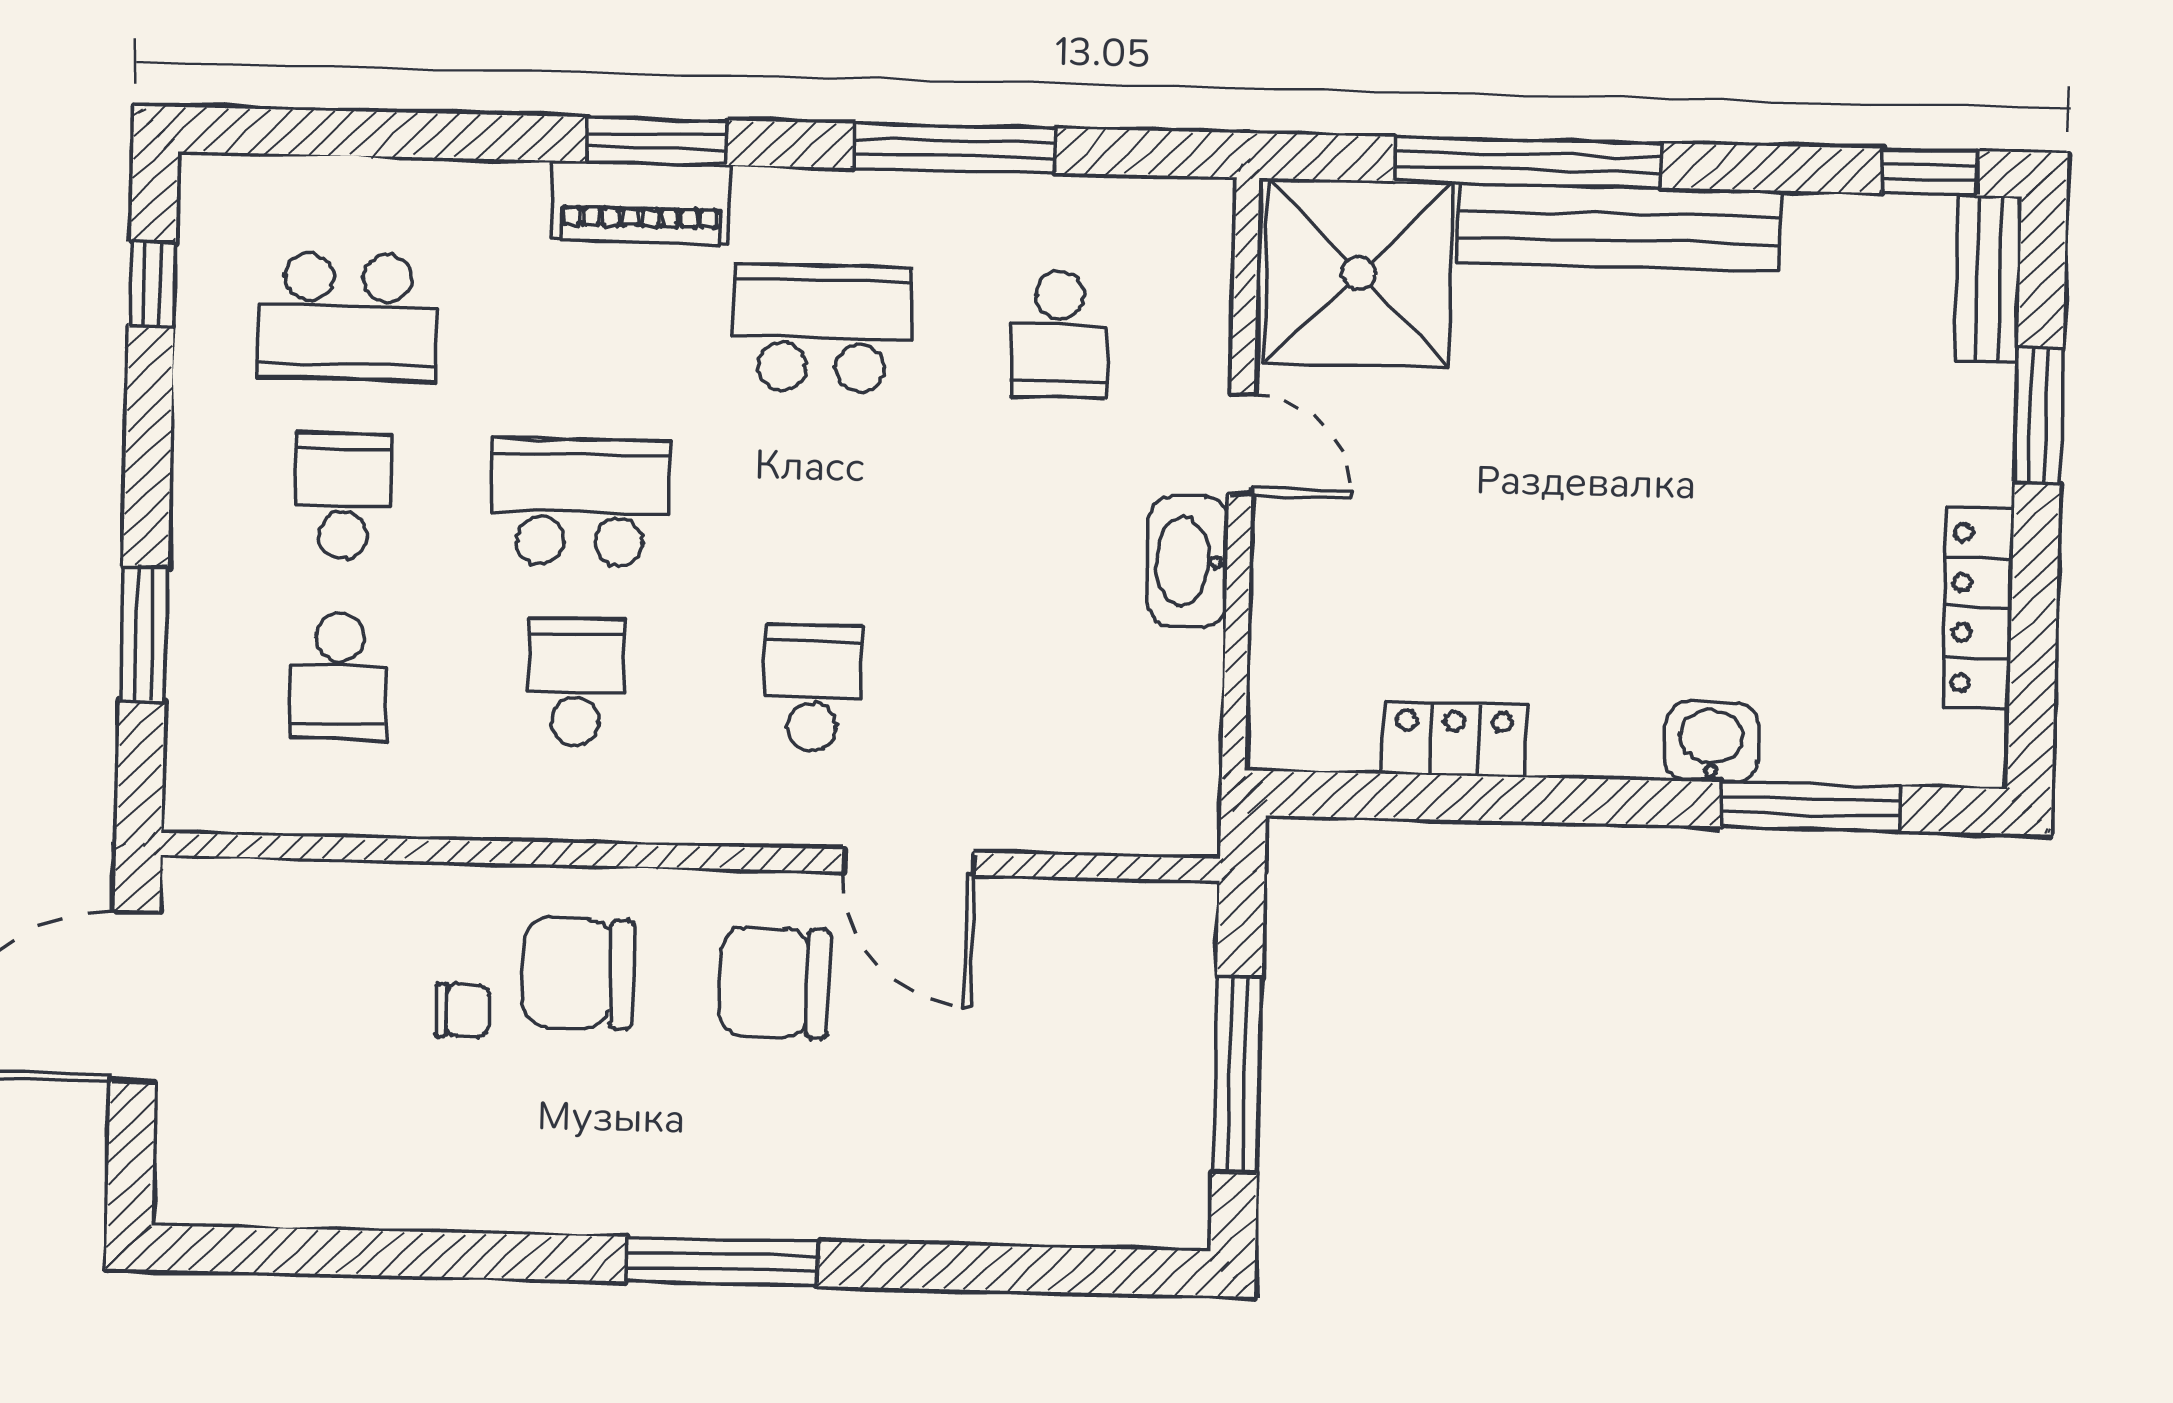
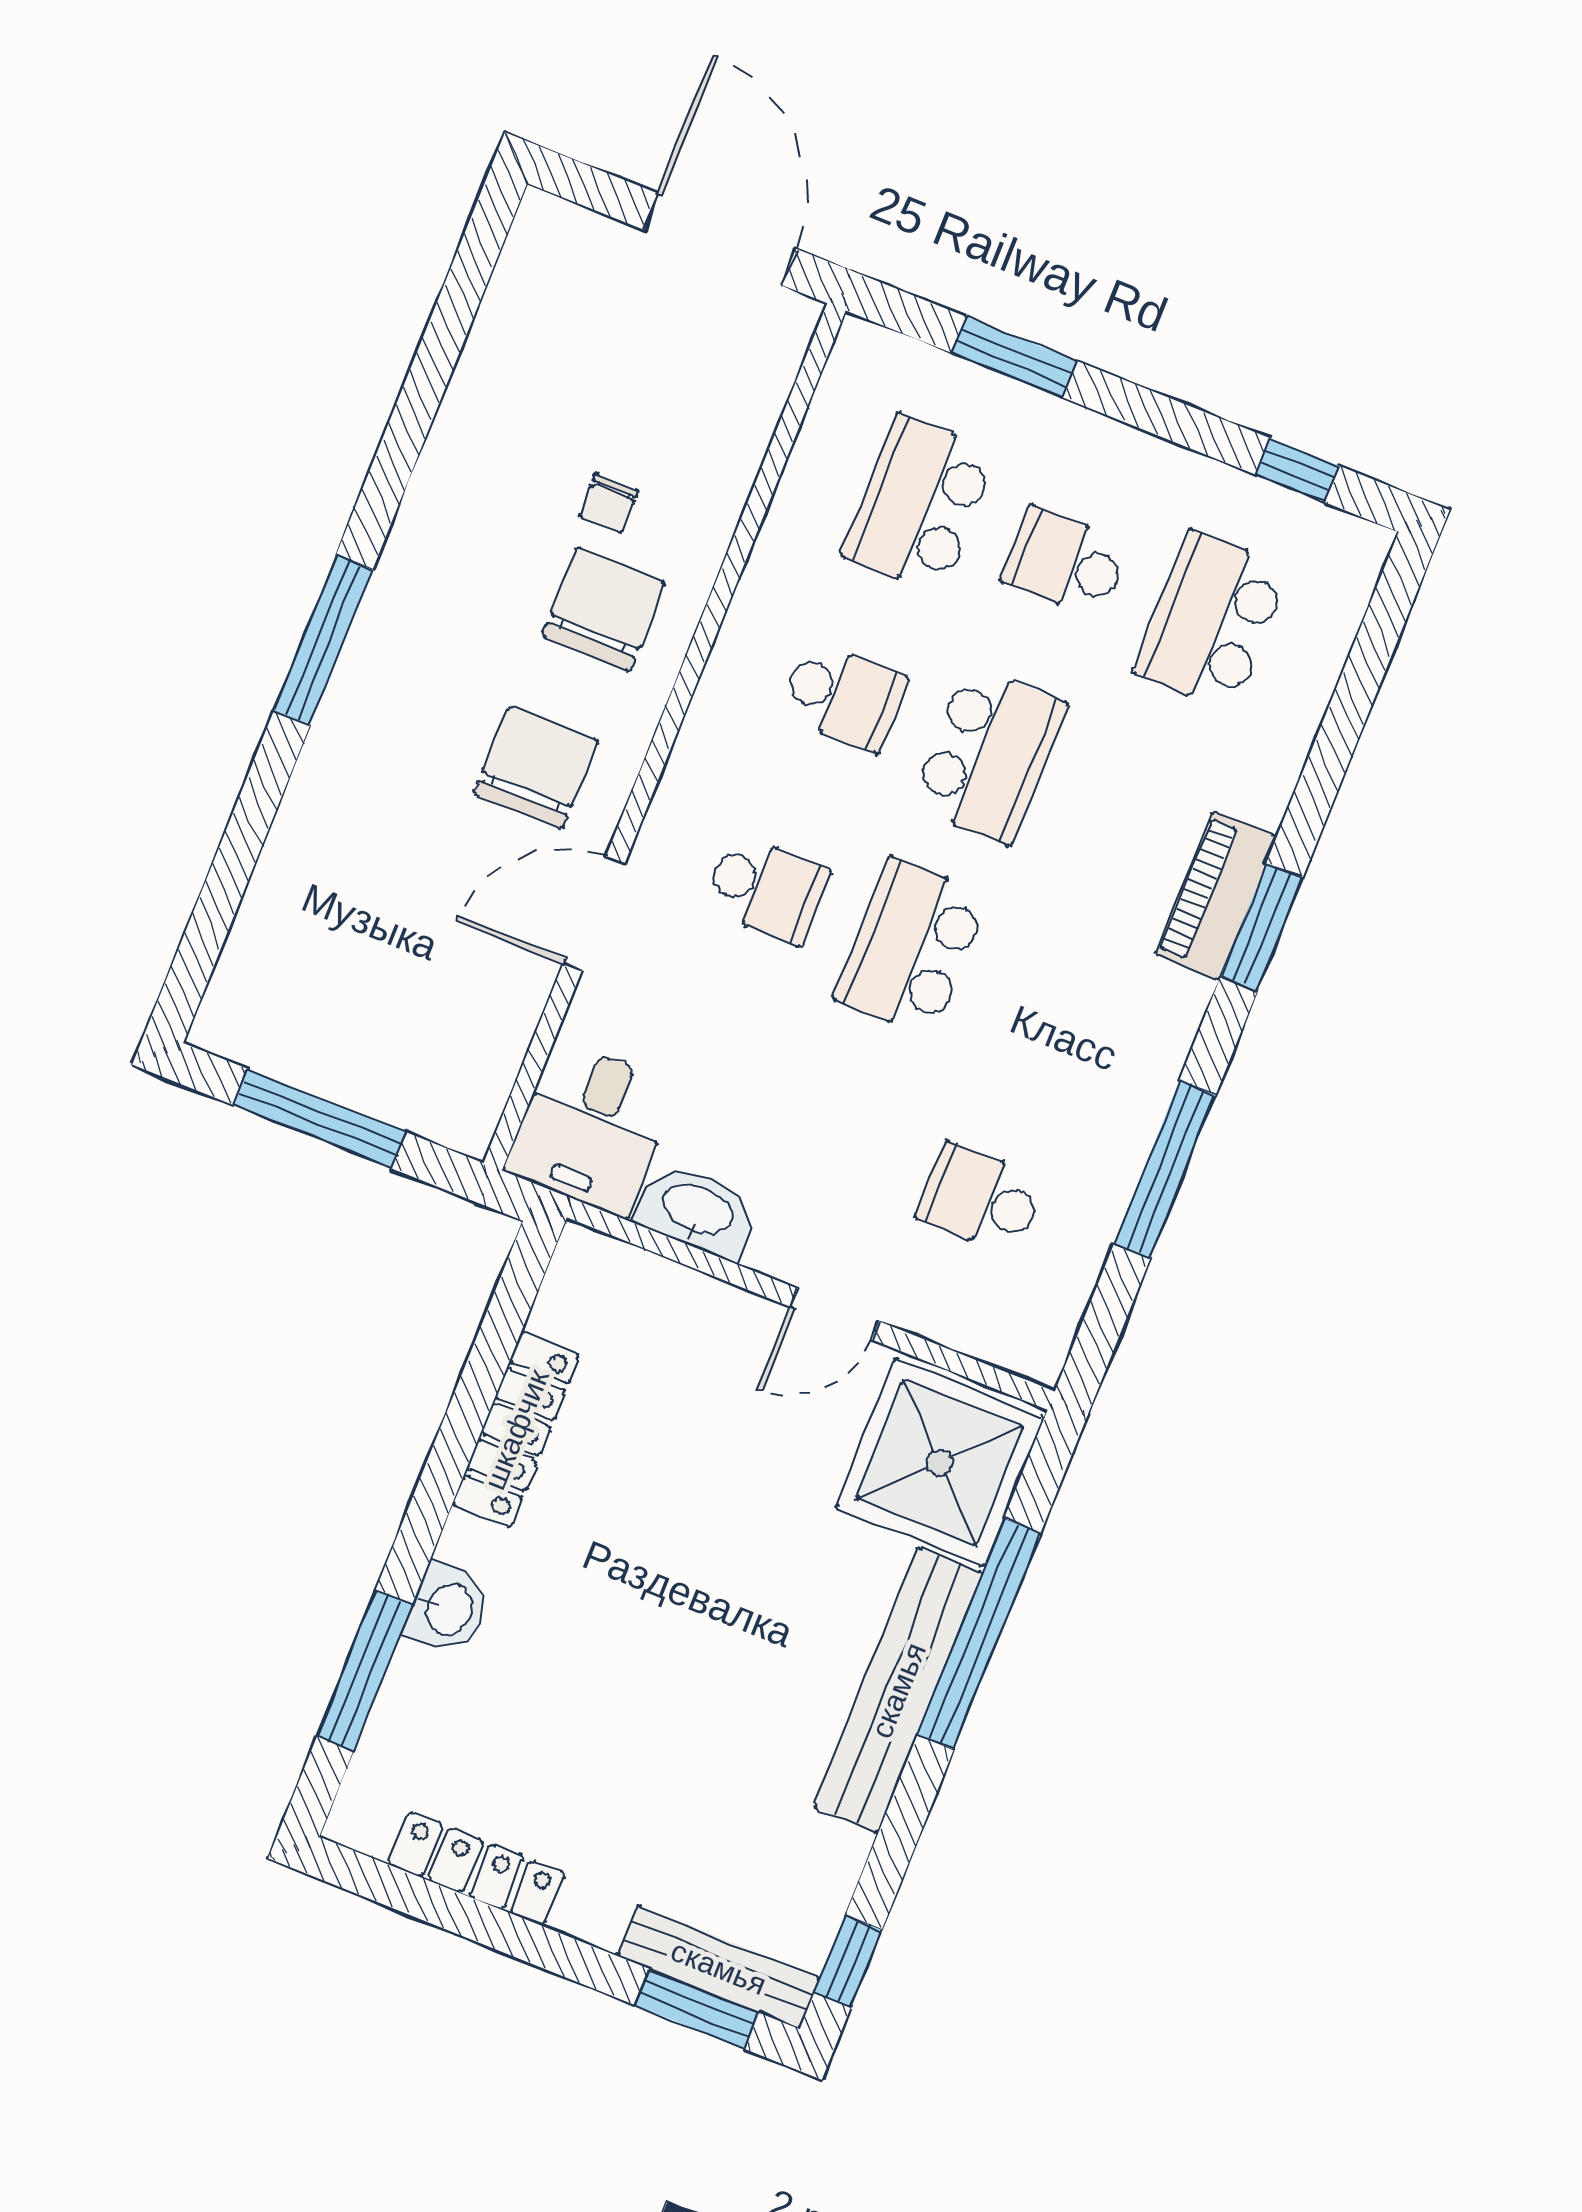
bench: (1988, 279) -> (719, 1967), width x1.36
school desk: (822, 328) -> (912, 947), moved, turned 180
window: (2039, 415) -> (697, 2009), moved
school desk: (343, 496) -> (1066, 562), turned 180
washbasin: (1188, 561) -> (697, 1211), moved
school desk: (339, 676) -> (920, 504), width x1.85
locker: (1454, 739) -> (516, 1429), width x1.53
desk: (1139, 780) -> (591, 1128), added

